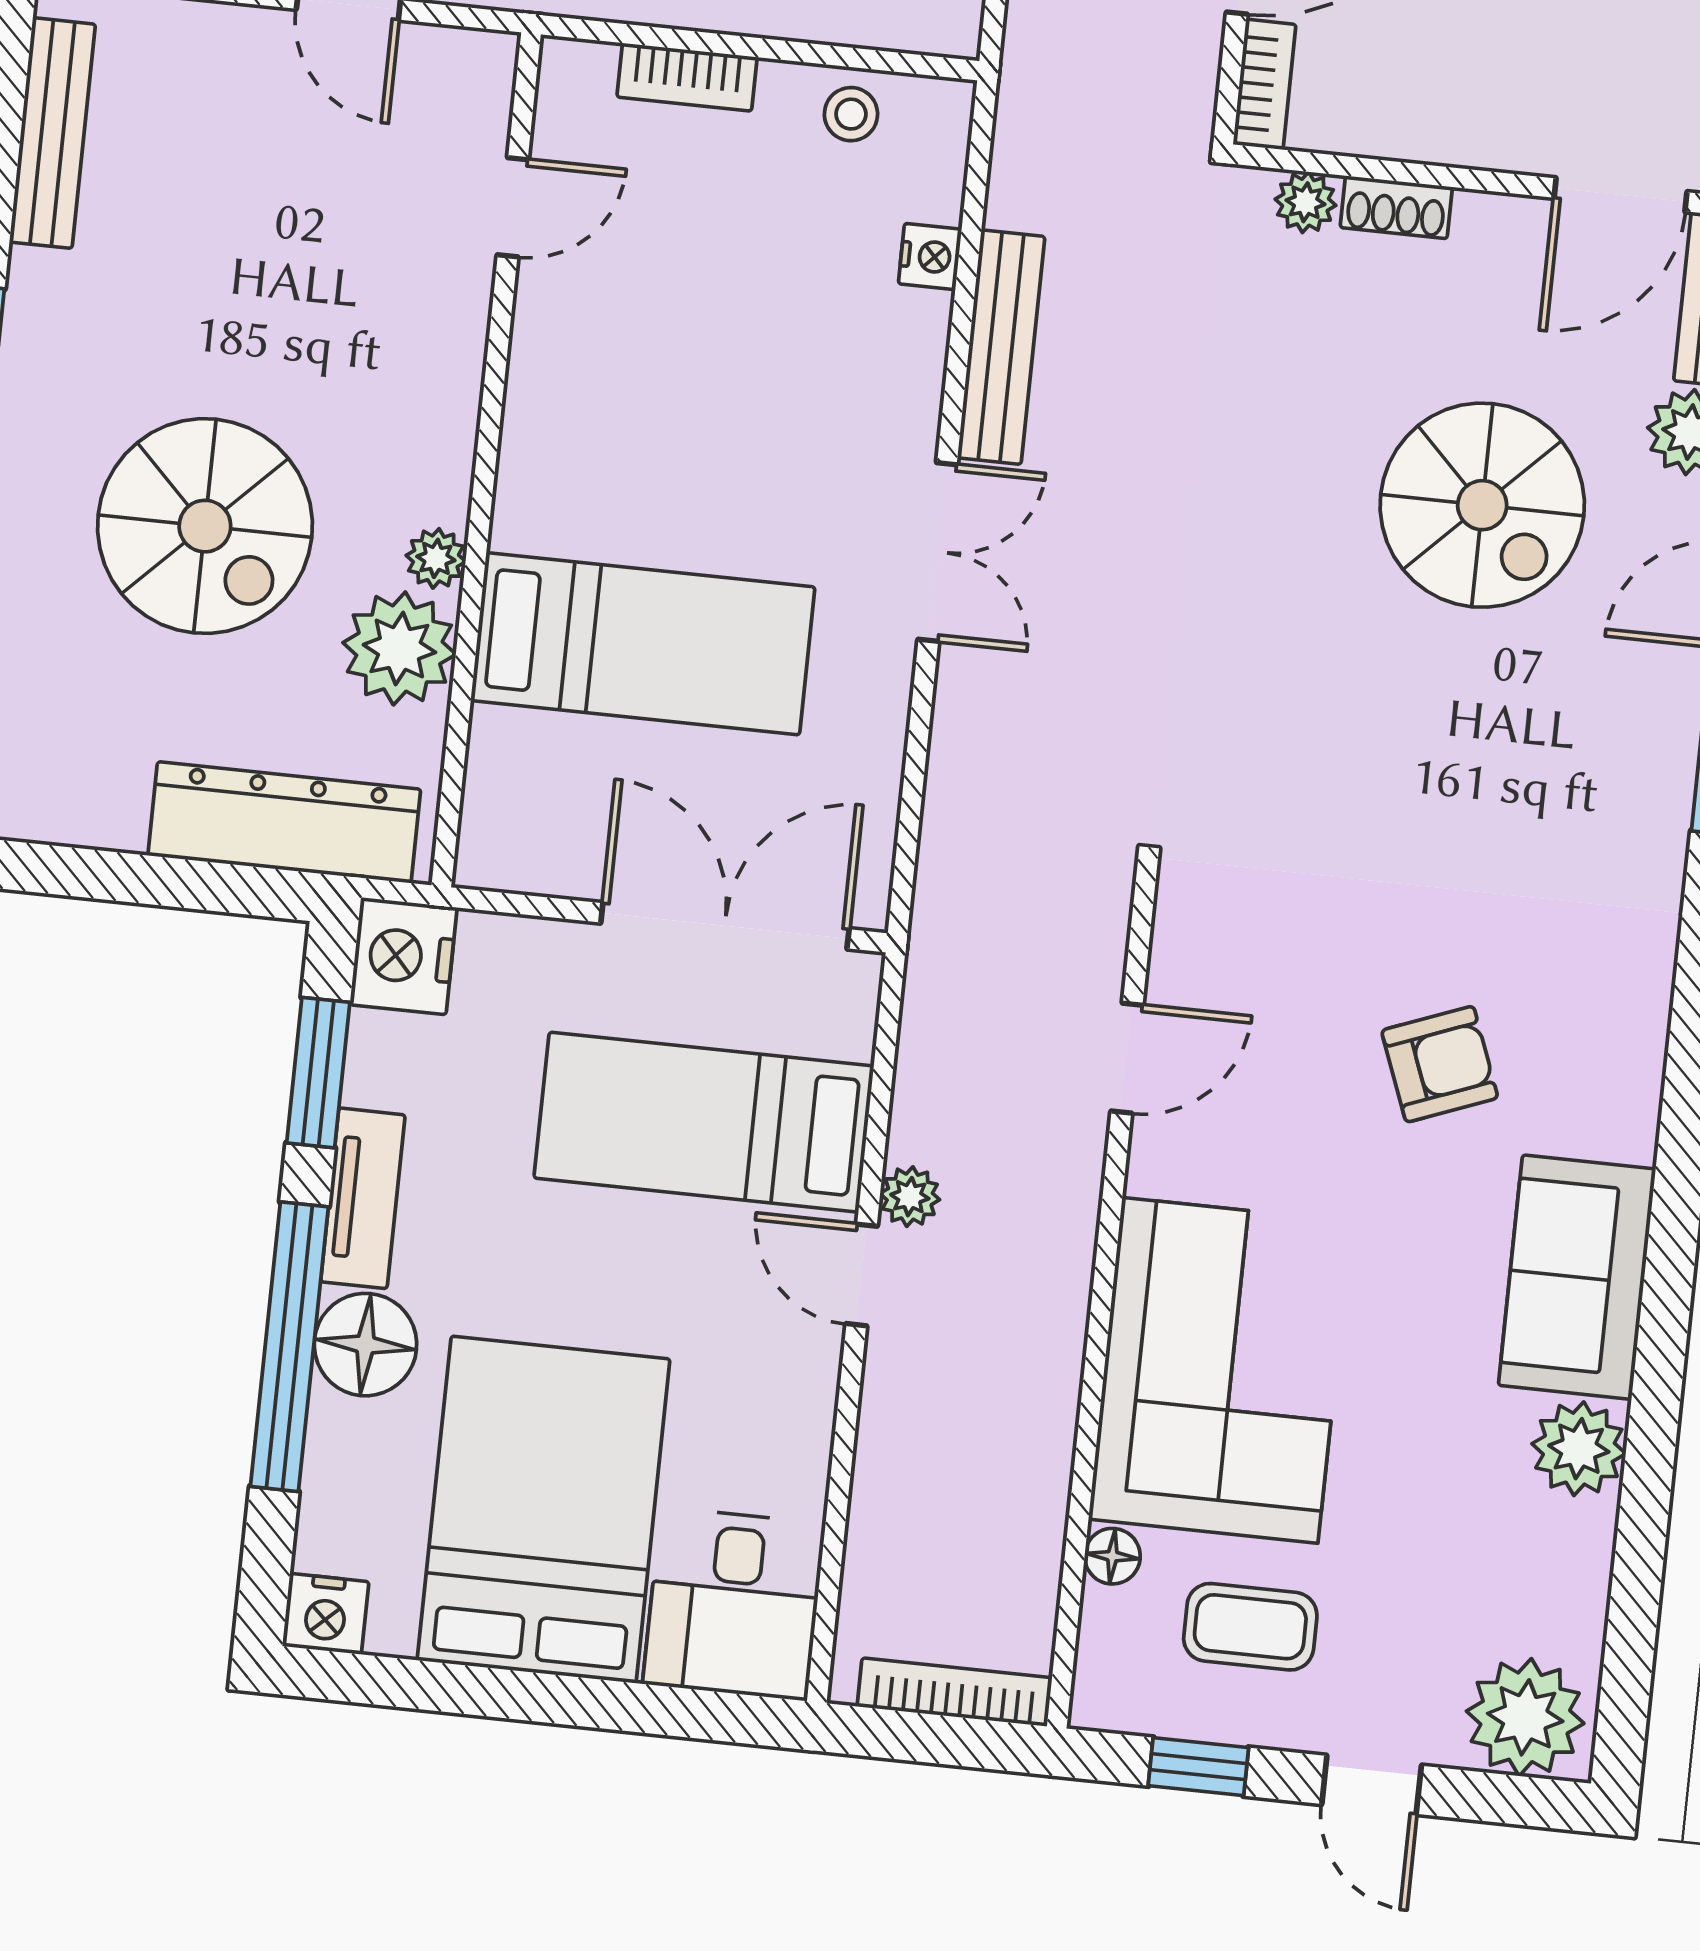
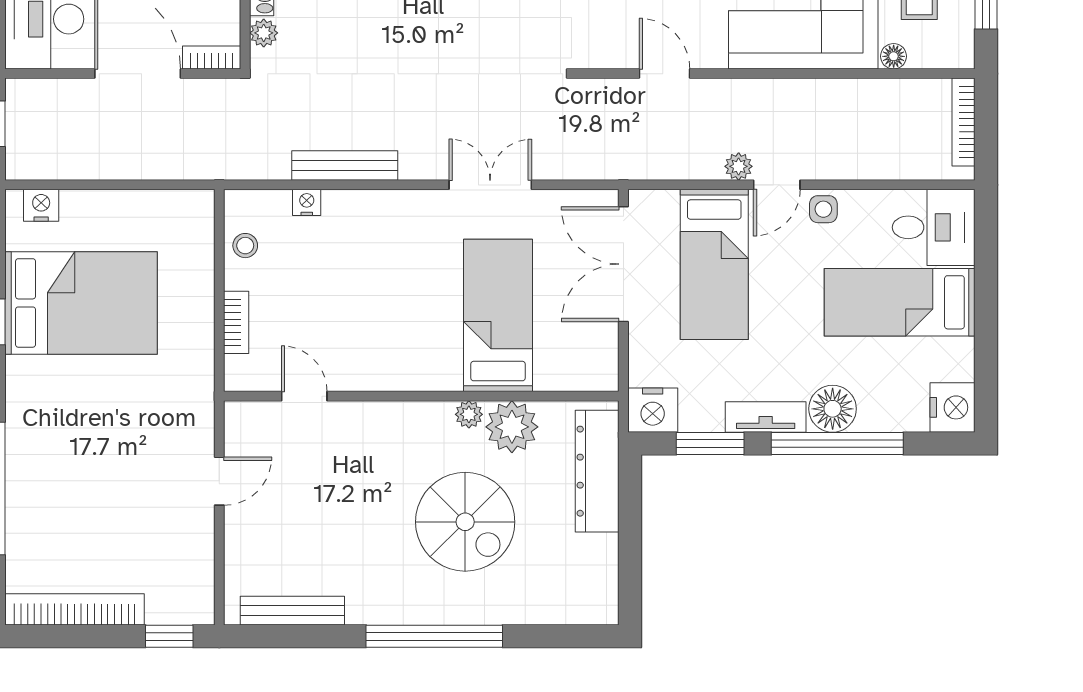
spiral stairs: (205, 526) -> (465, 522), turned 90
double door: (938, 552) -> (490, 185), moved
side table: (798, 1370) -> (823, 209), added
bed: (544, 1510) -> (900, 302), width x0.67
nightstand: (326, 1614) -> (952, 407), width x1.36, depth x1.33

